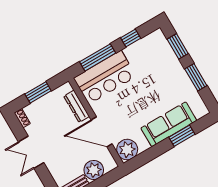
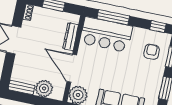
window: (131, 38) -> (158, 27), moved
armchair: (156, 57) -> (152, 52), added

